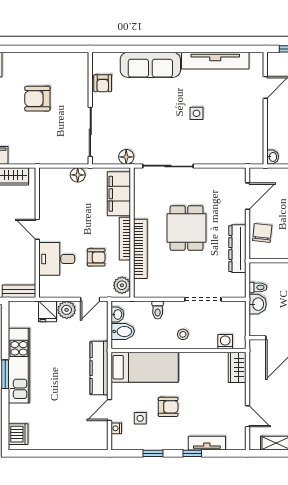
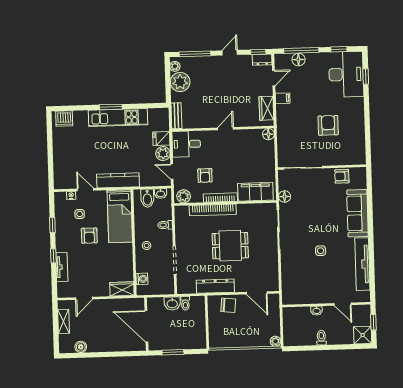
washbasin: (273, 157) -> (317, 311), moved
floor lamp: (78, 175) -> (268, 134), moved
desk: (57, 259) -> (186, 144), moved, turned -90

